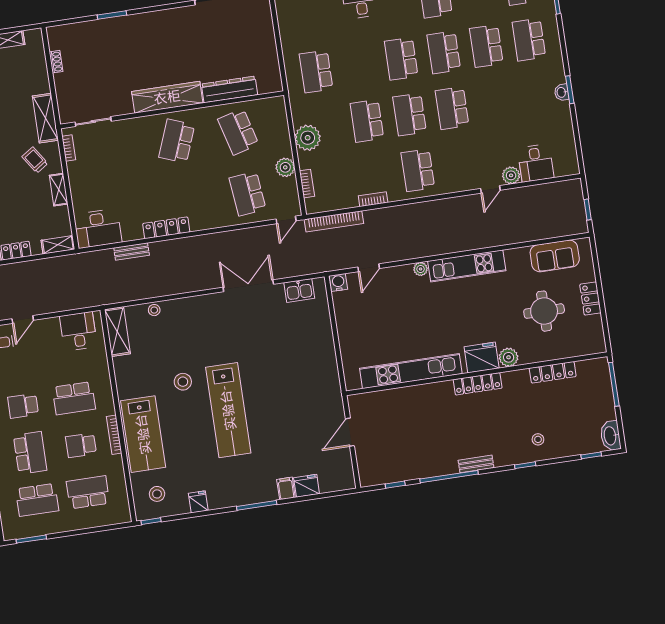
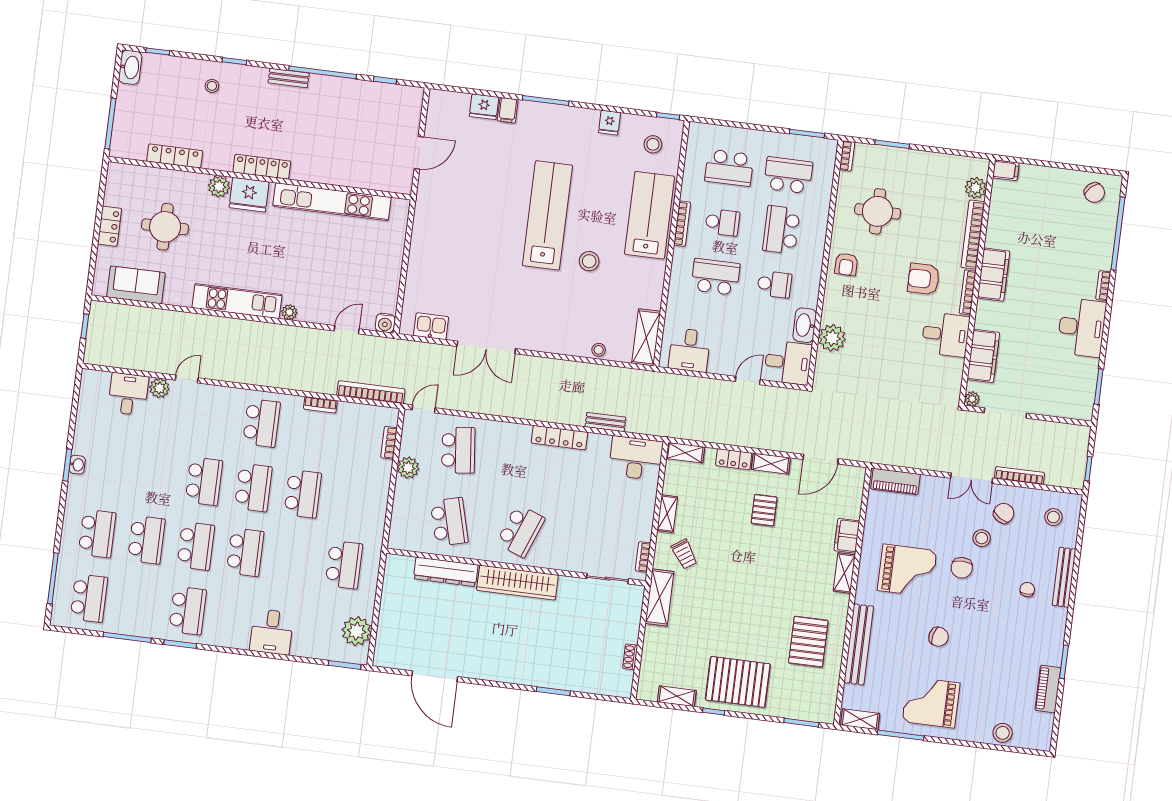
plant: (308, 138) -> (357, 631), moved

